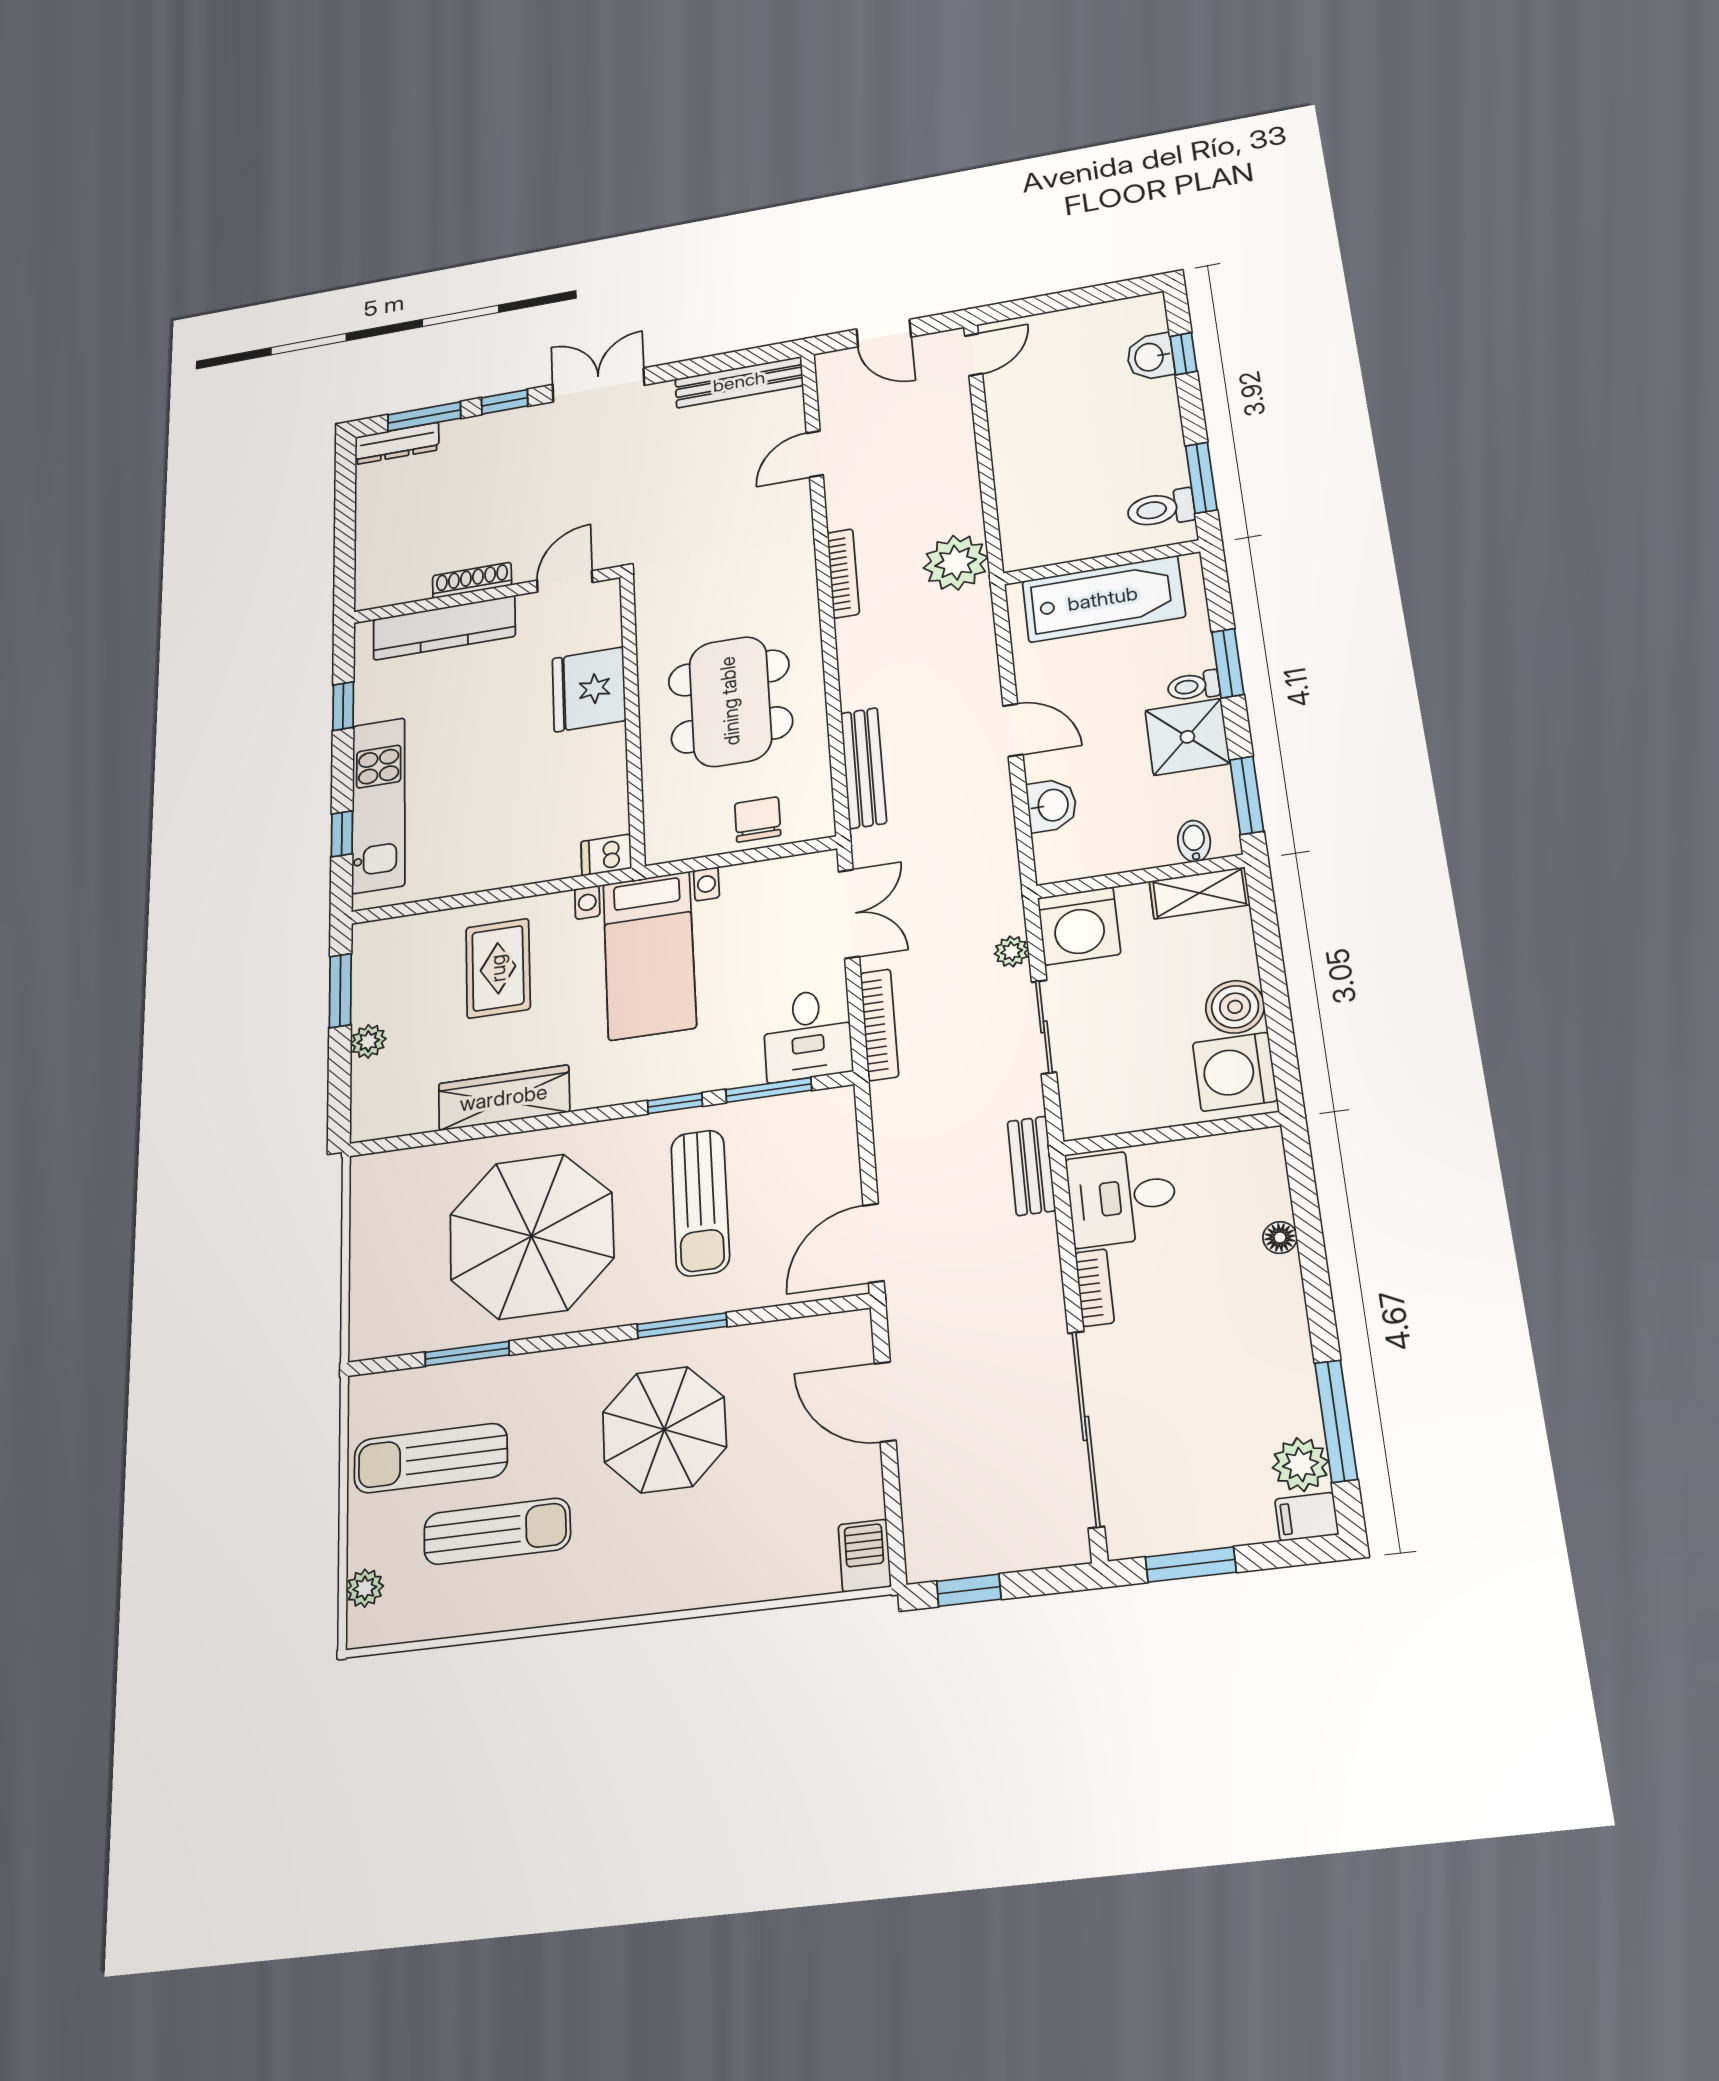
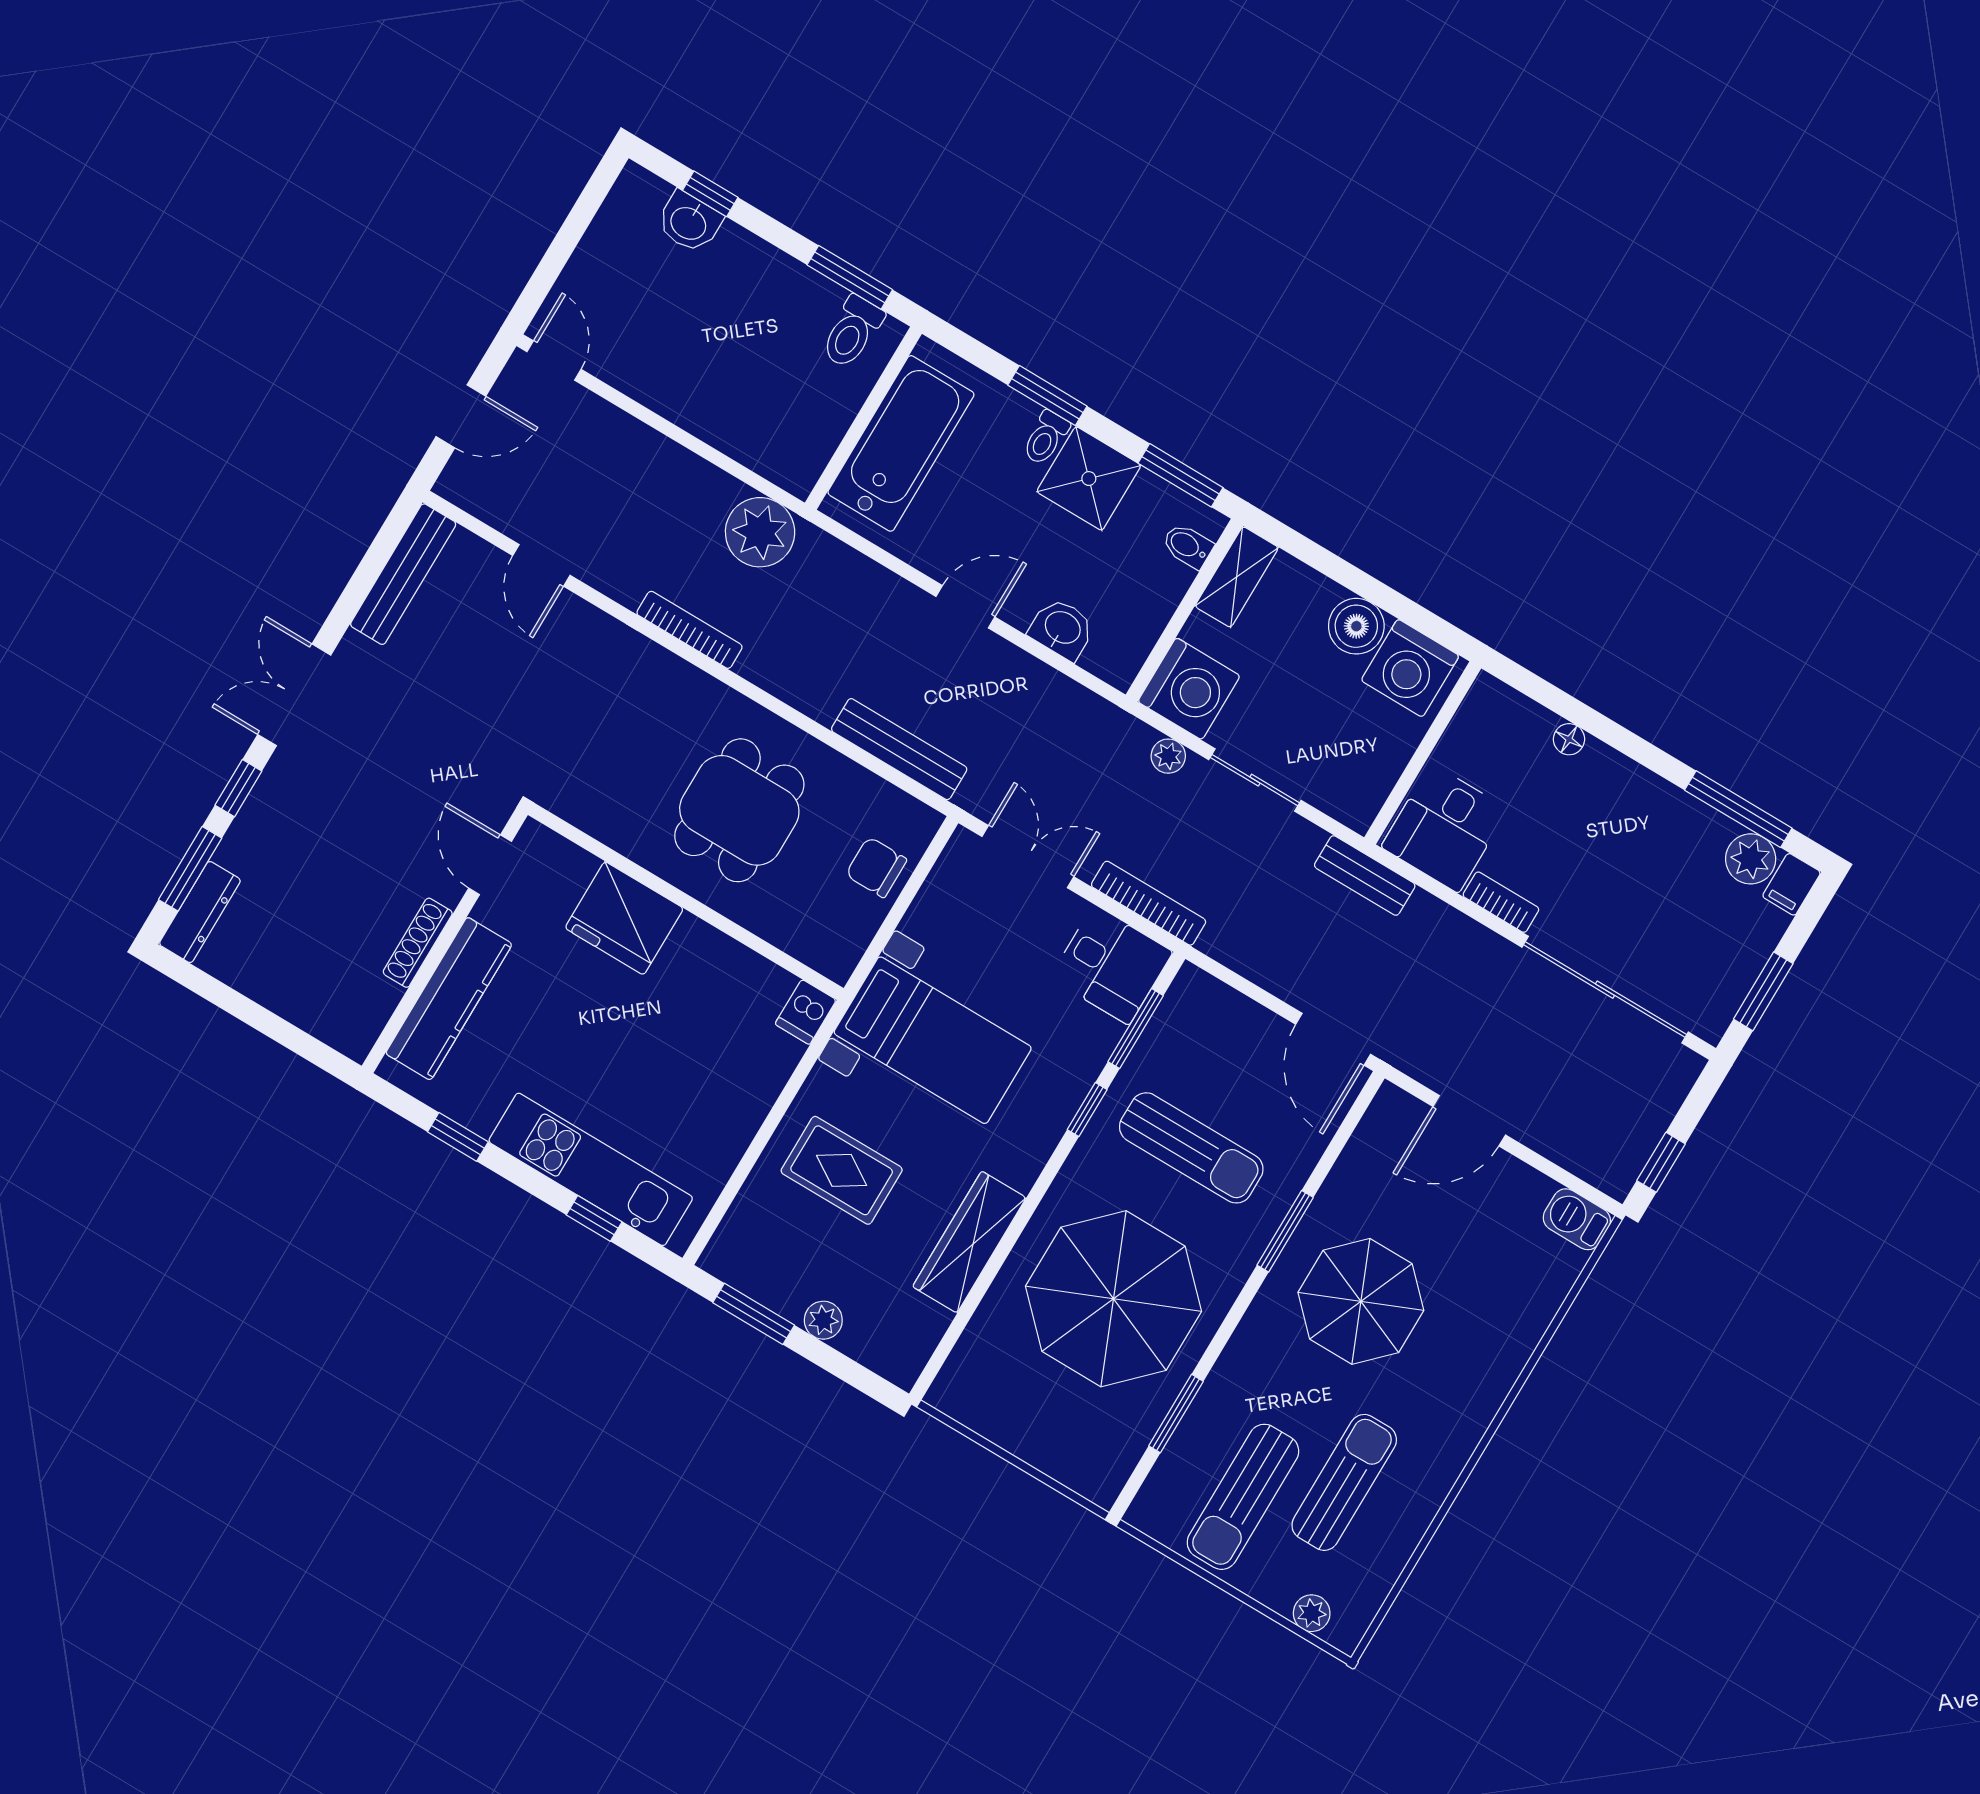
dining table: (730, 701) -> (739, 810), width x0.73

